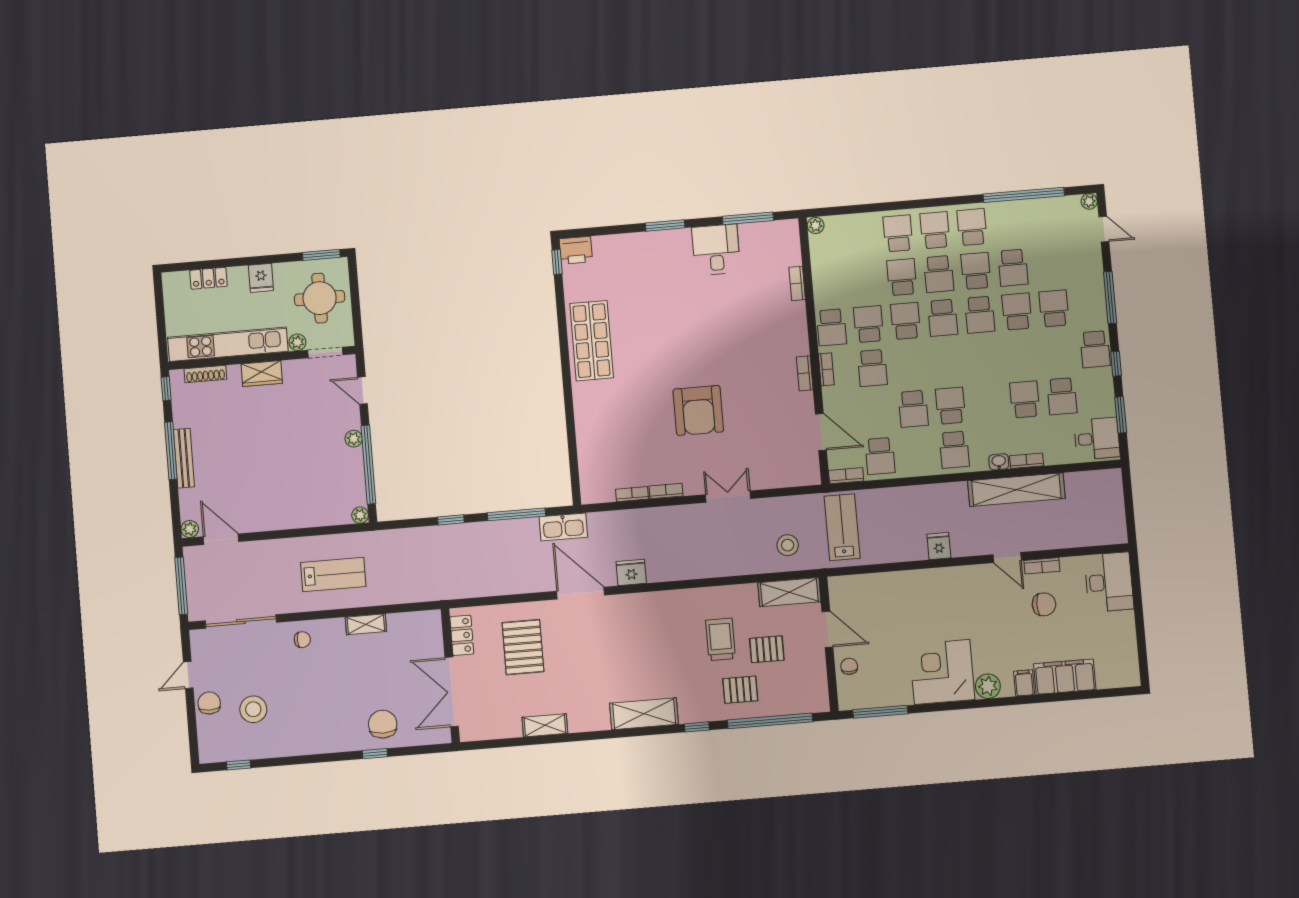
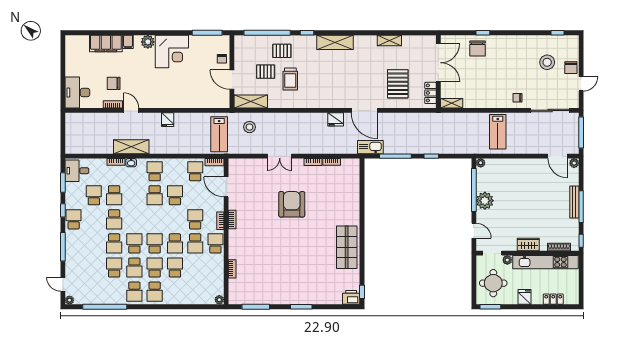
school desk: (898, 233) -> (175, 292), removed
desk: (716, 250) -> (275, 291), removed
school desk: (902, 277) -> (175, 268), turned 180
school desk: (1054, 308) -> (114, 219), moved
plant: (354, 439) -> (485, 201), width x1.88, depth x1.88
shelving: (1016, 490) -> (131, 147), width x0.68
lab bench: (333, 574) -> (498, 132), turned -90
shelving: (366, 624) -> (452, 103), moved

